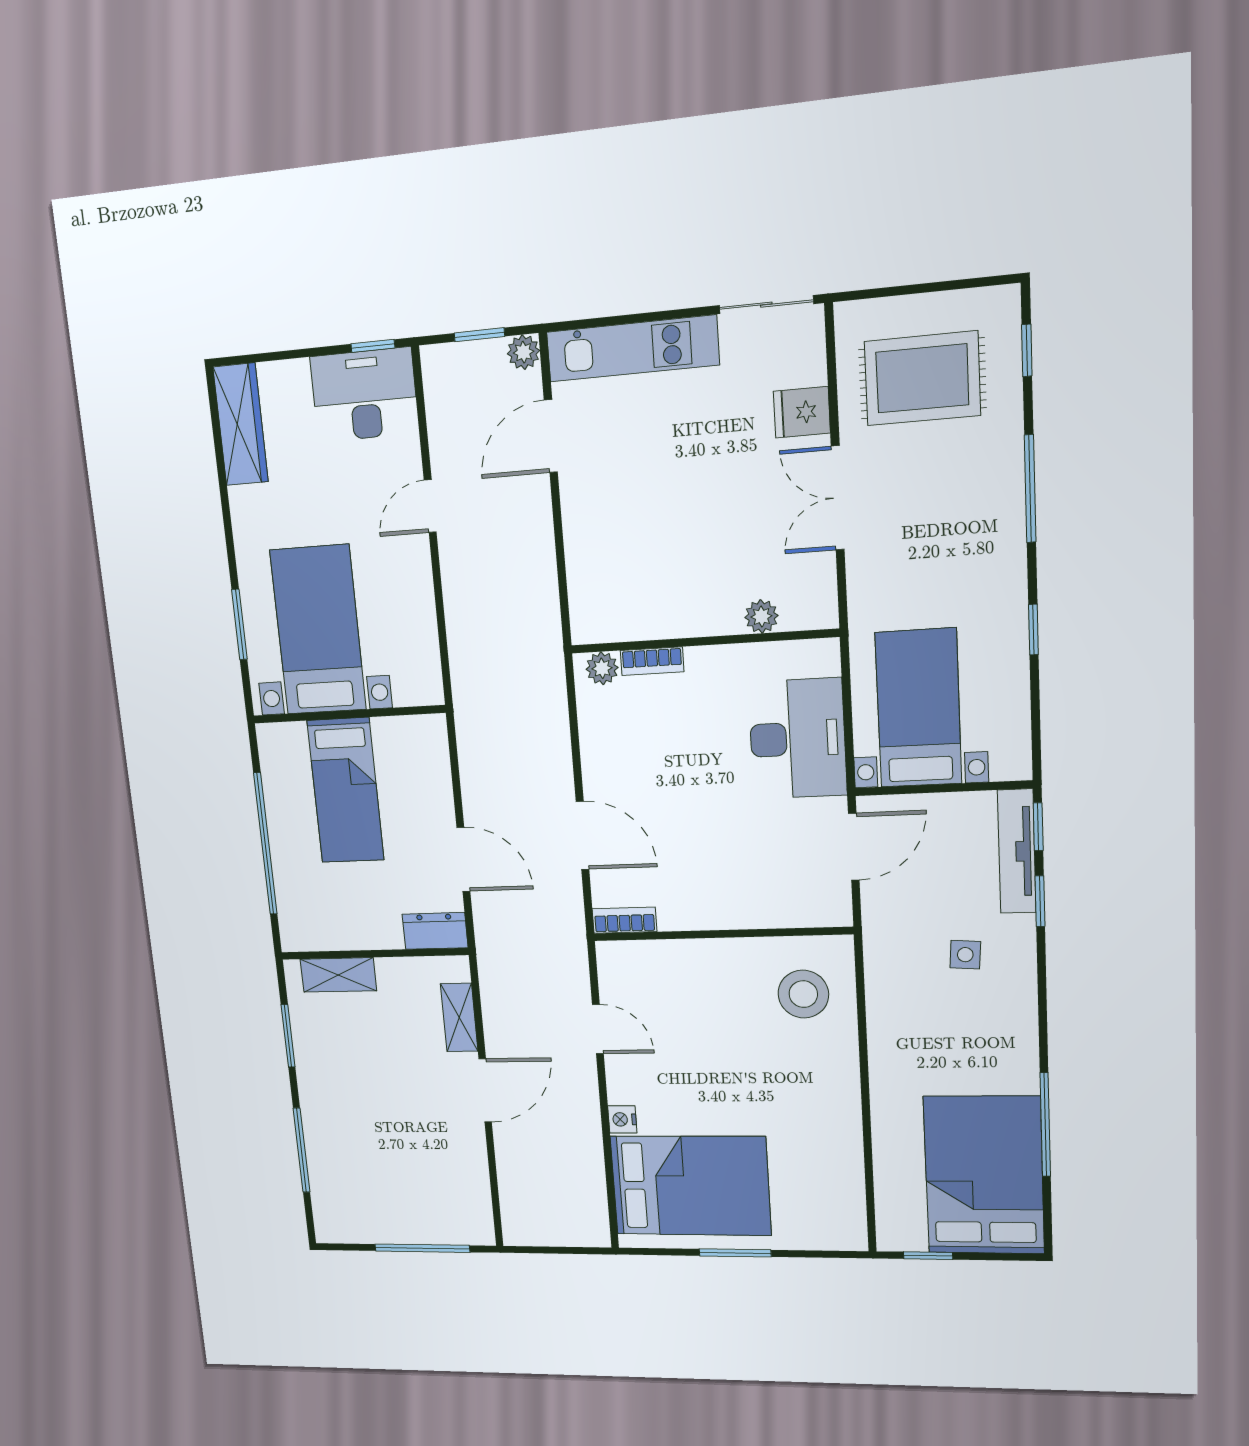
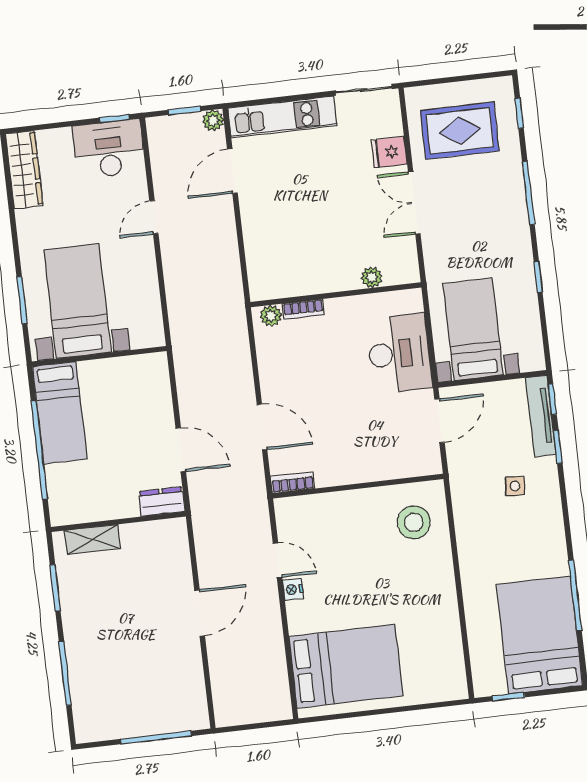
bed: (346, 790) -> (60, 413), moved
shelving: (459, 1017) -> (180, 562), removed
nightstand: (622, 1119) -> (293, 589), moved
window: (735, 1253) -> (379, 712), removed

